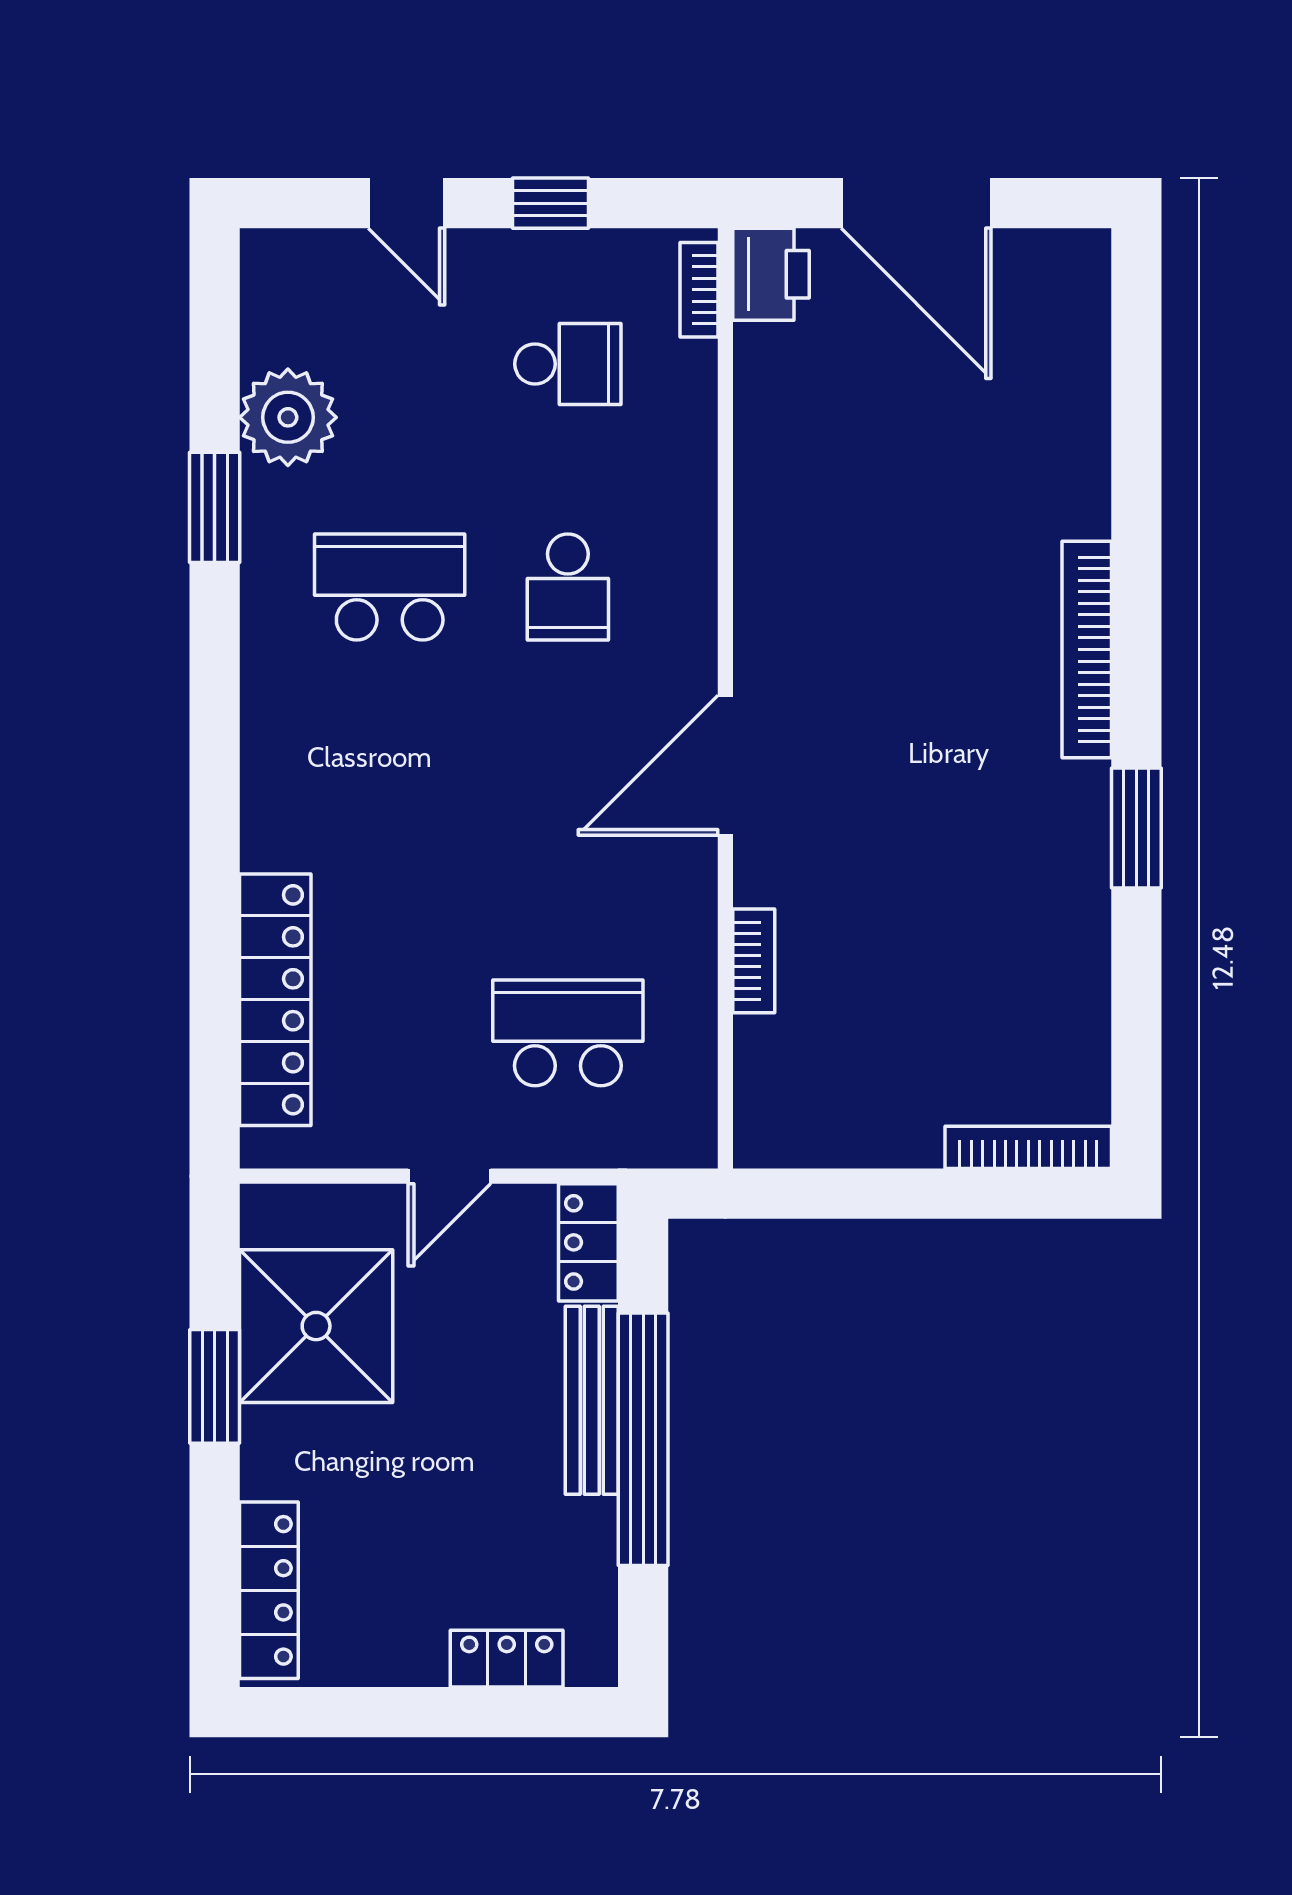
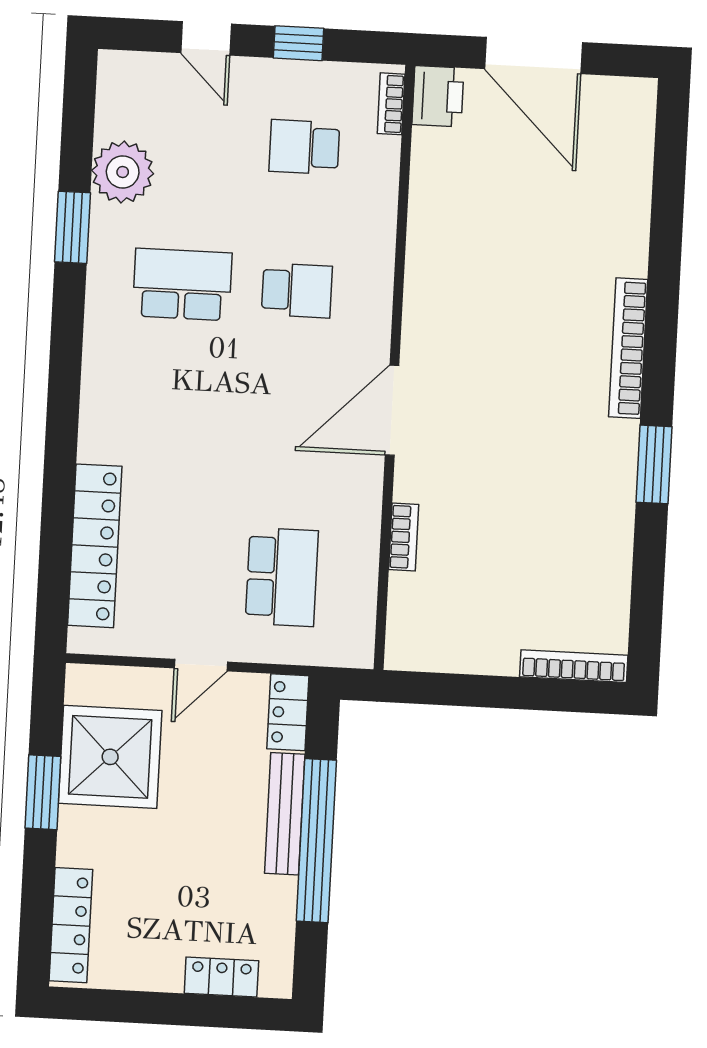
school desk: (568, 364) -> (304, 147), turned 180
school desk: (568, 587) -> (297, 290), turned -90
school desk: (568, 1033) -> (282, 577), turned 90

